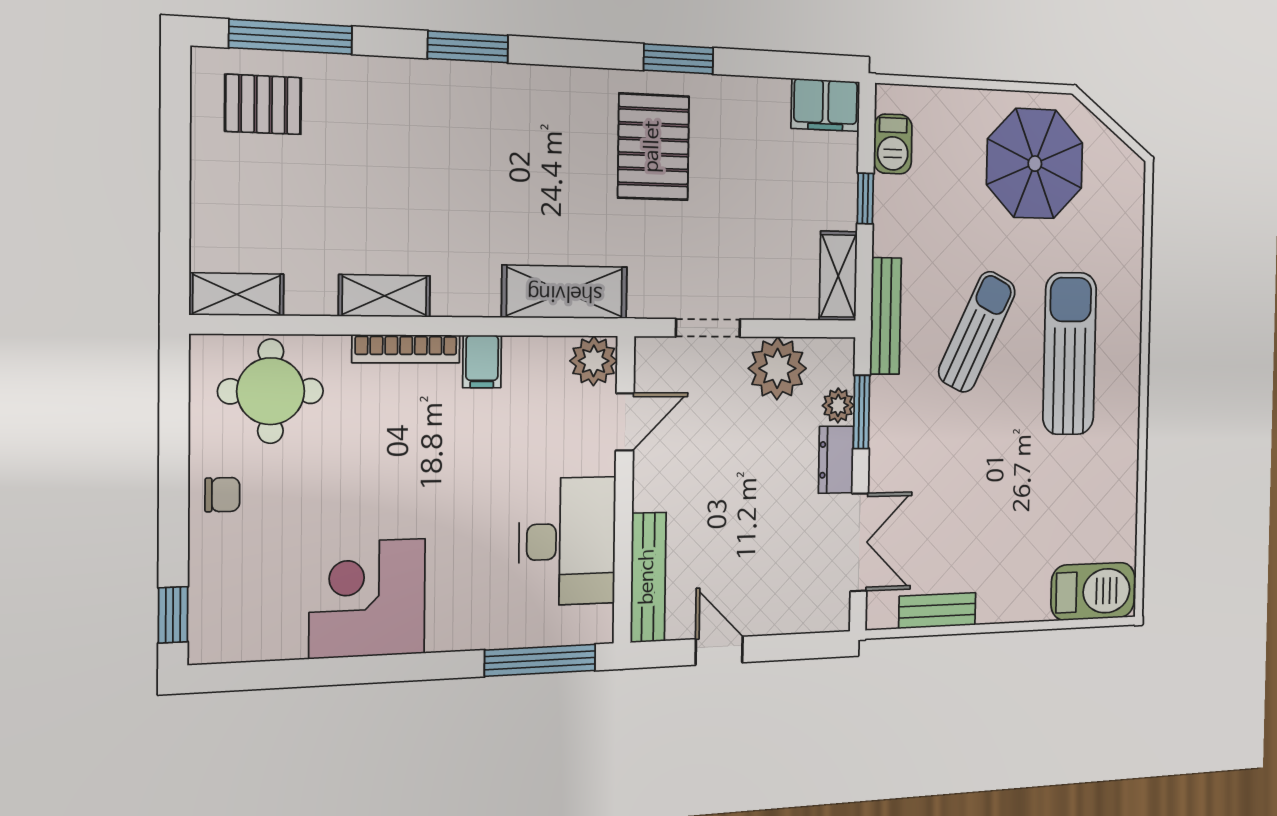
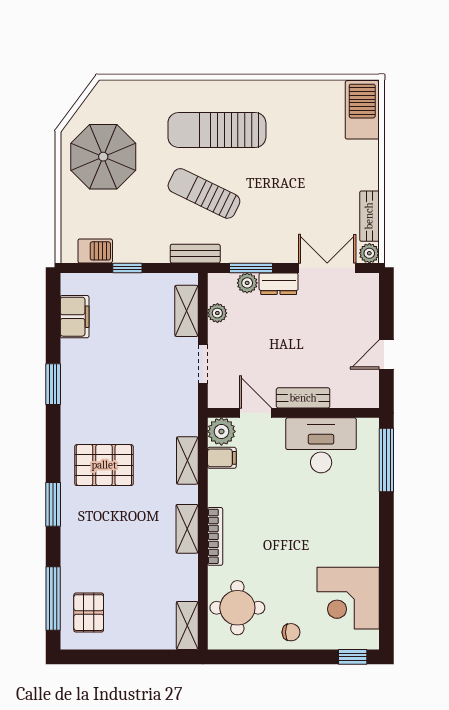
filing cabinet: (826, 105) -> (75, 317), moved
pallet: (653, 147) -> (104, 465), moved
shelving: (838, 276) -> (186, 311), moved, turned 90
shelving: (565, 292) -> (187, 460), width x0.67, depth x0.75
shelving: (385, 296) -> (187, 529), moved
bench: (886, 316) -> (195, 254), width x0.73
filing cabinet: (482, 362) -> (222, 458), moved
plant: (777, 368) -> (217, 313), width x0.53, depth x0.53
chair: (222, 495) -> (291, 632), turned 90
bench: (648, 577) -> (303, 398), moved, width x0.73
corner desk: (367, 598) -> (348, 598), moved
plant: (881, 613) -> (369, 253), added

